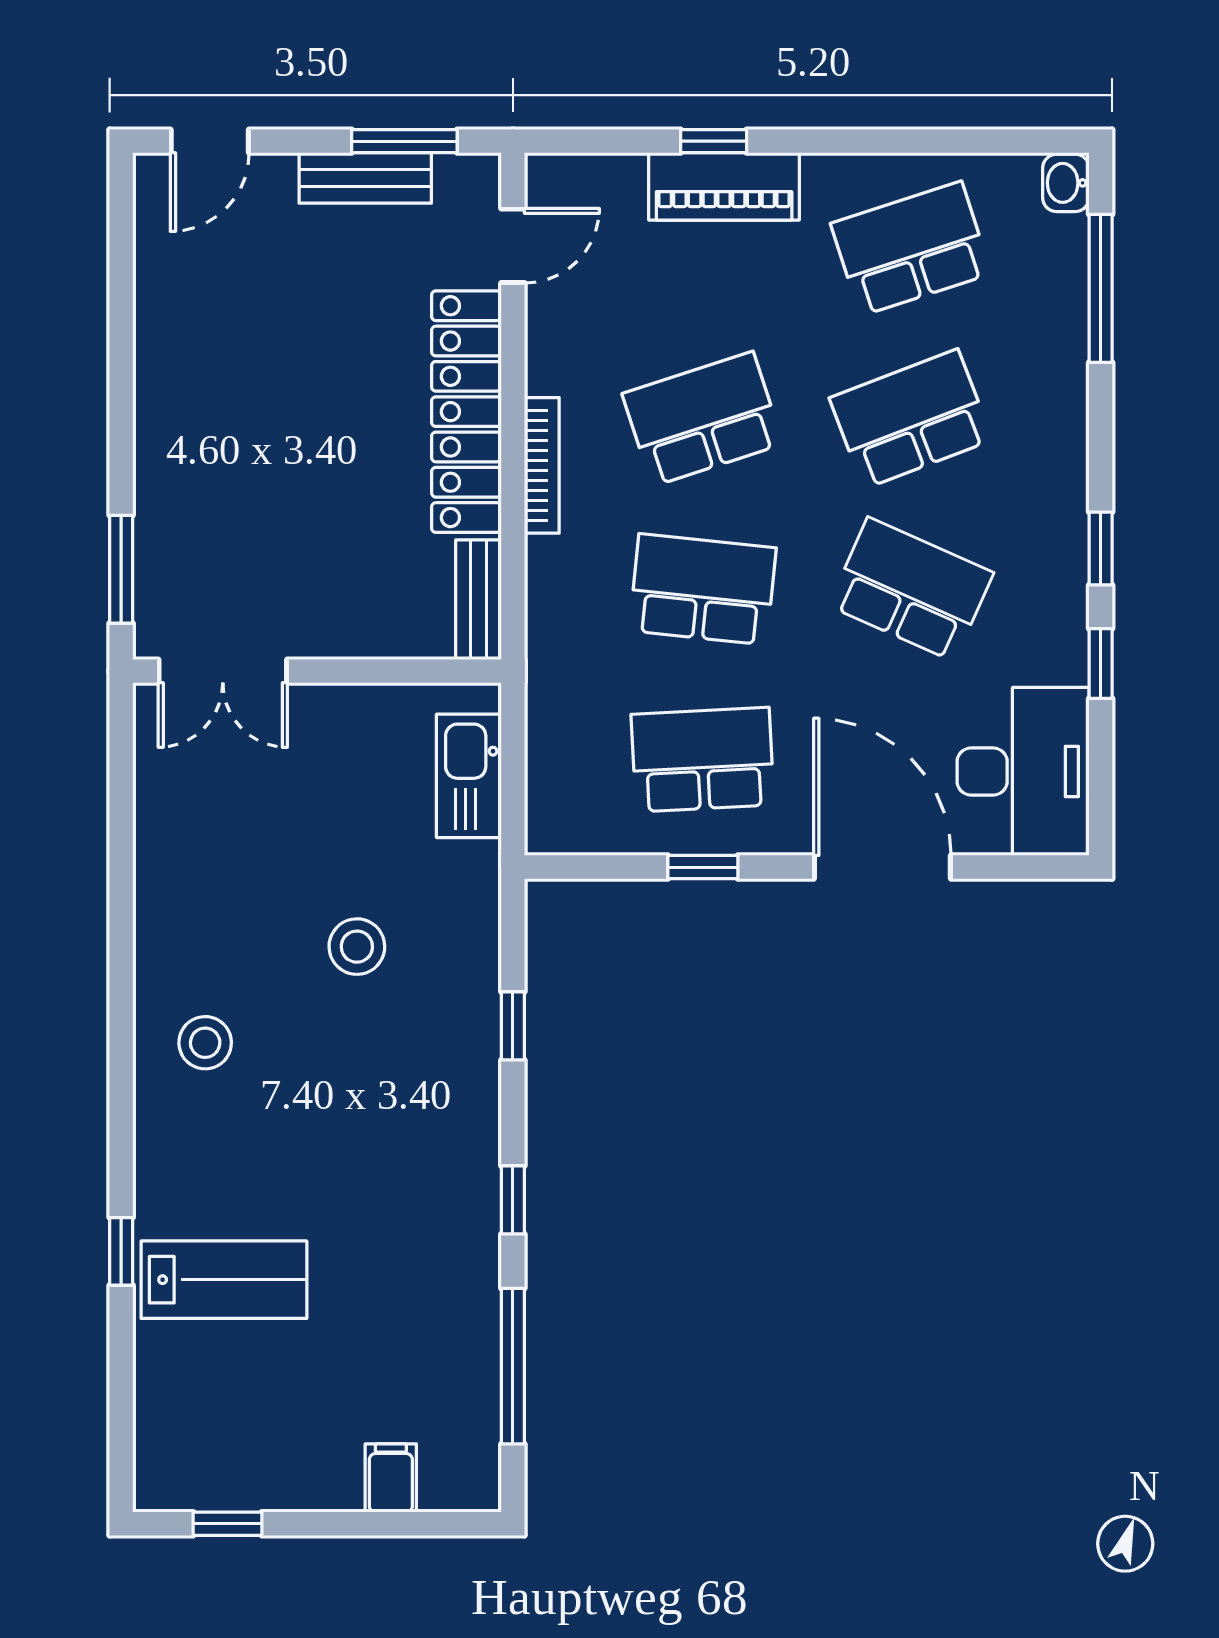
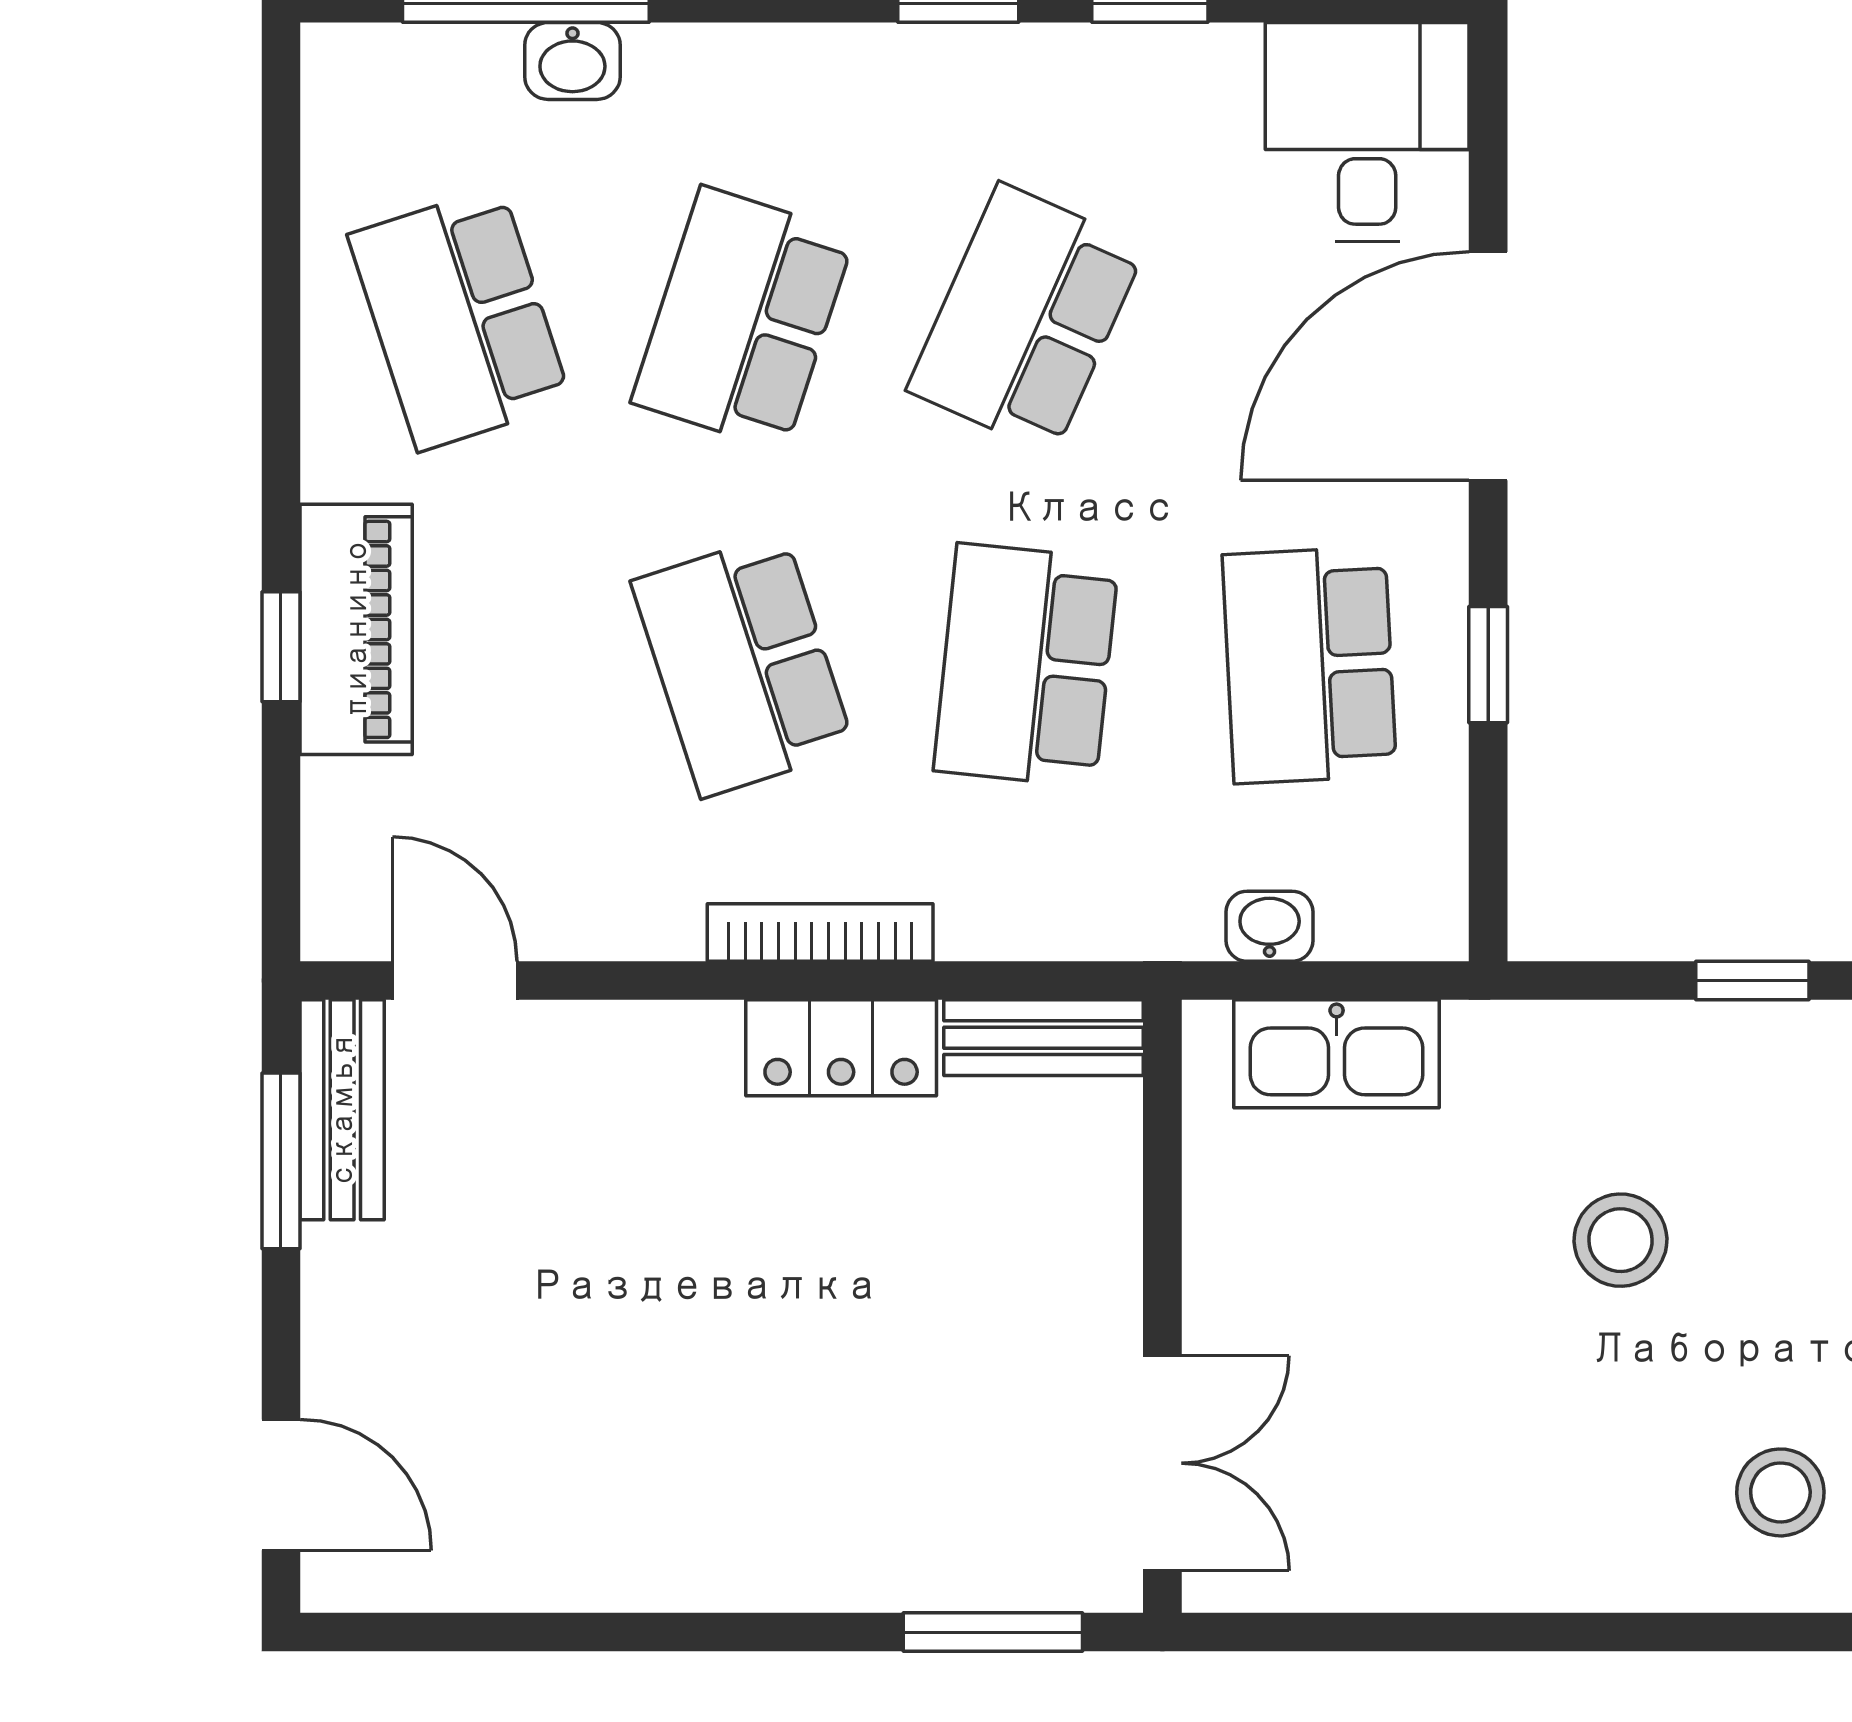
bench: (365, 178) -> (342, 1110), moved
washbasin: (1066, 183) -> (572, 61), moved
locker: (466, 412) -> (841, 1048), width x0.46, depth x0.83
school desk: (911, 419) -> (743, 319), turned 39
washbasin: (546, 736) -> (1270, 926), added
desk: (1023, 771) -> (1367, 132), width x0.73

